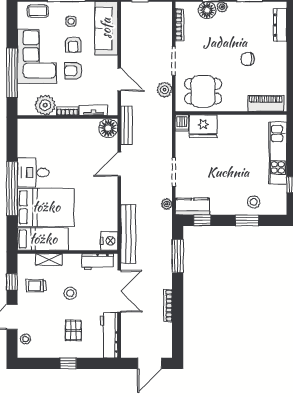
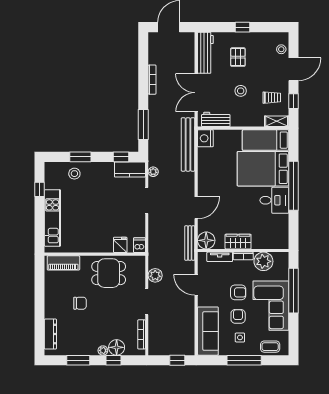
dining table: (203, 91) -> (109, 273), moved
fridge: (203, 126) -> (120, 245), width x0.53, depth x0.75
wardrobe: (73, 127) -> (238, 242), added
shelving: (49, 260) -> (277, 121), moved

